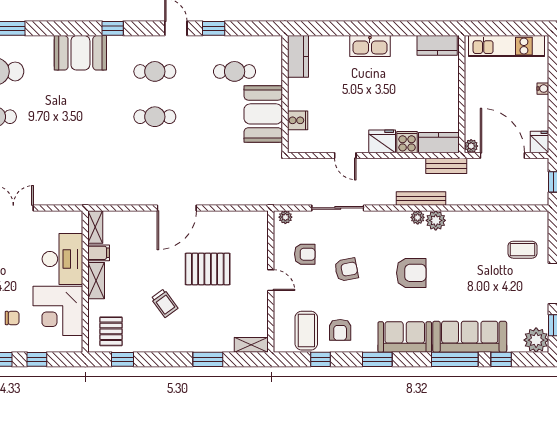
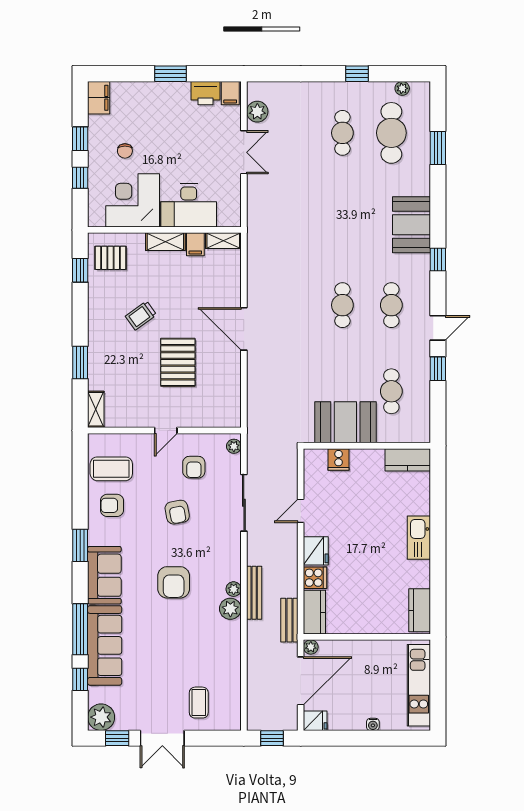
window: (320, 359) -> (80, 484), removed

